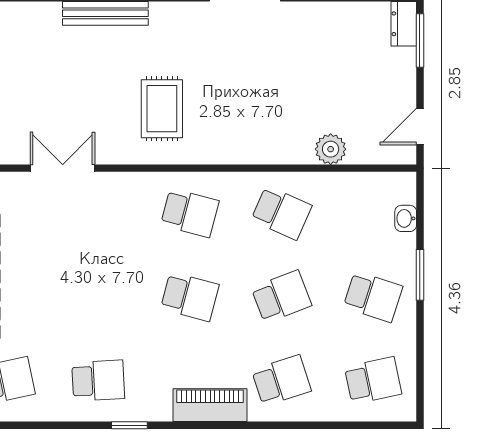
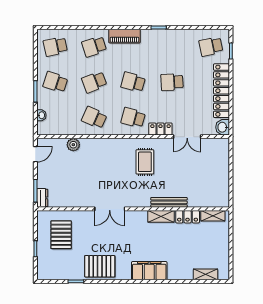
locker: (125, 186) -> (160, 129), added
school desk: (98, 380) -> (172, 82), moved

